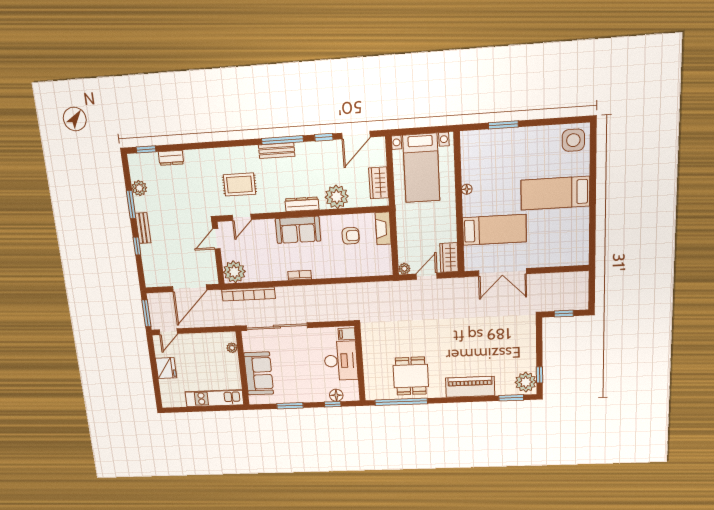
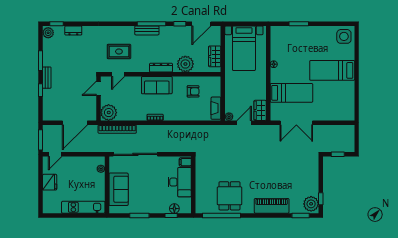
plant: (139, 188) -> (48, 33), moved
fireplace: (383, 228) -> (216, 108), moved

